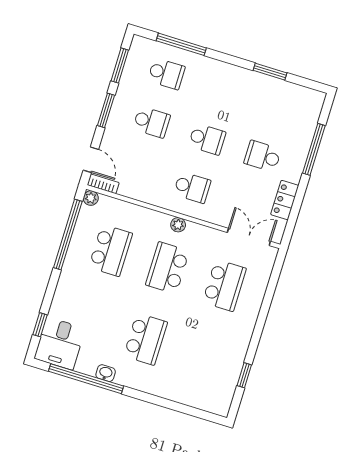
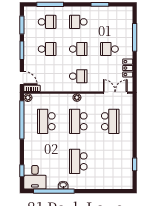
school desk: (222, 91) -> (78, 22), added
school desk: (111, 250) -> (46, 121), turned 180
school desk: (146, 339) -> (78, 161), turned 180

